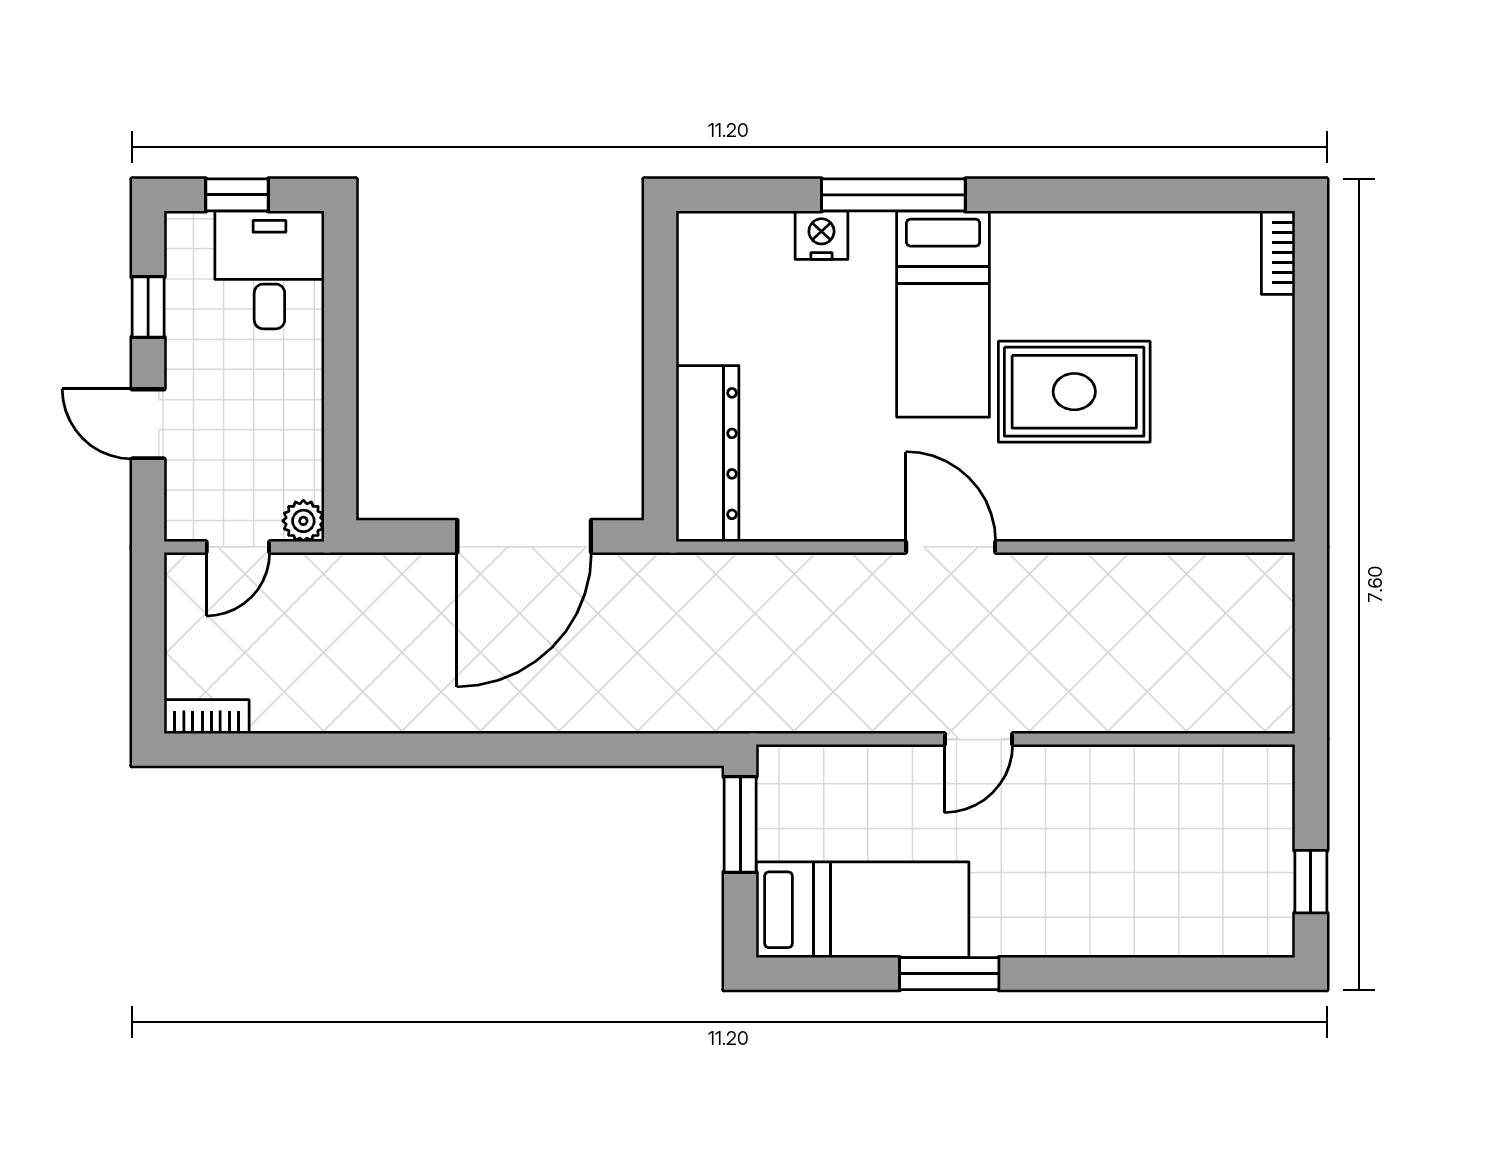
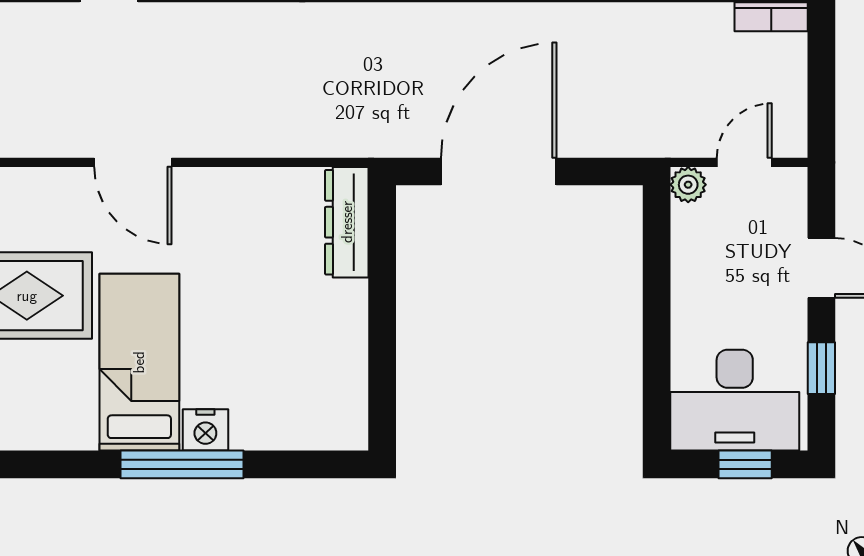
nightstand: (821, 235) -> (205, 430), moved
desk: (269, 270) -> (735, 400), width x1.37
dresser: (707, 454) -> (347, 222), width x0.73, depth x0.80

